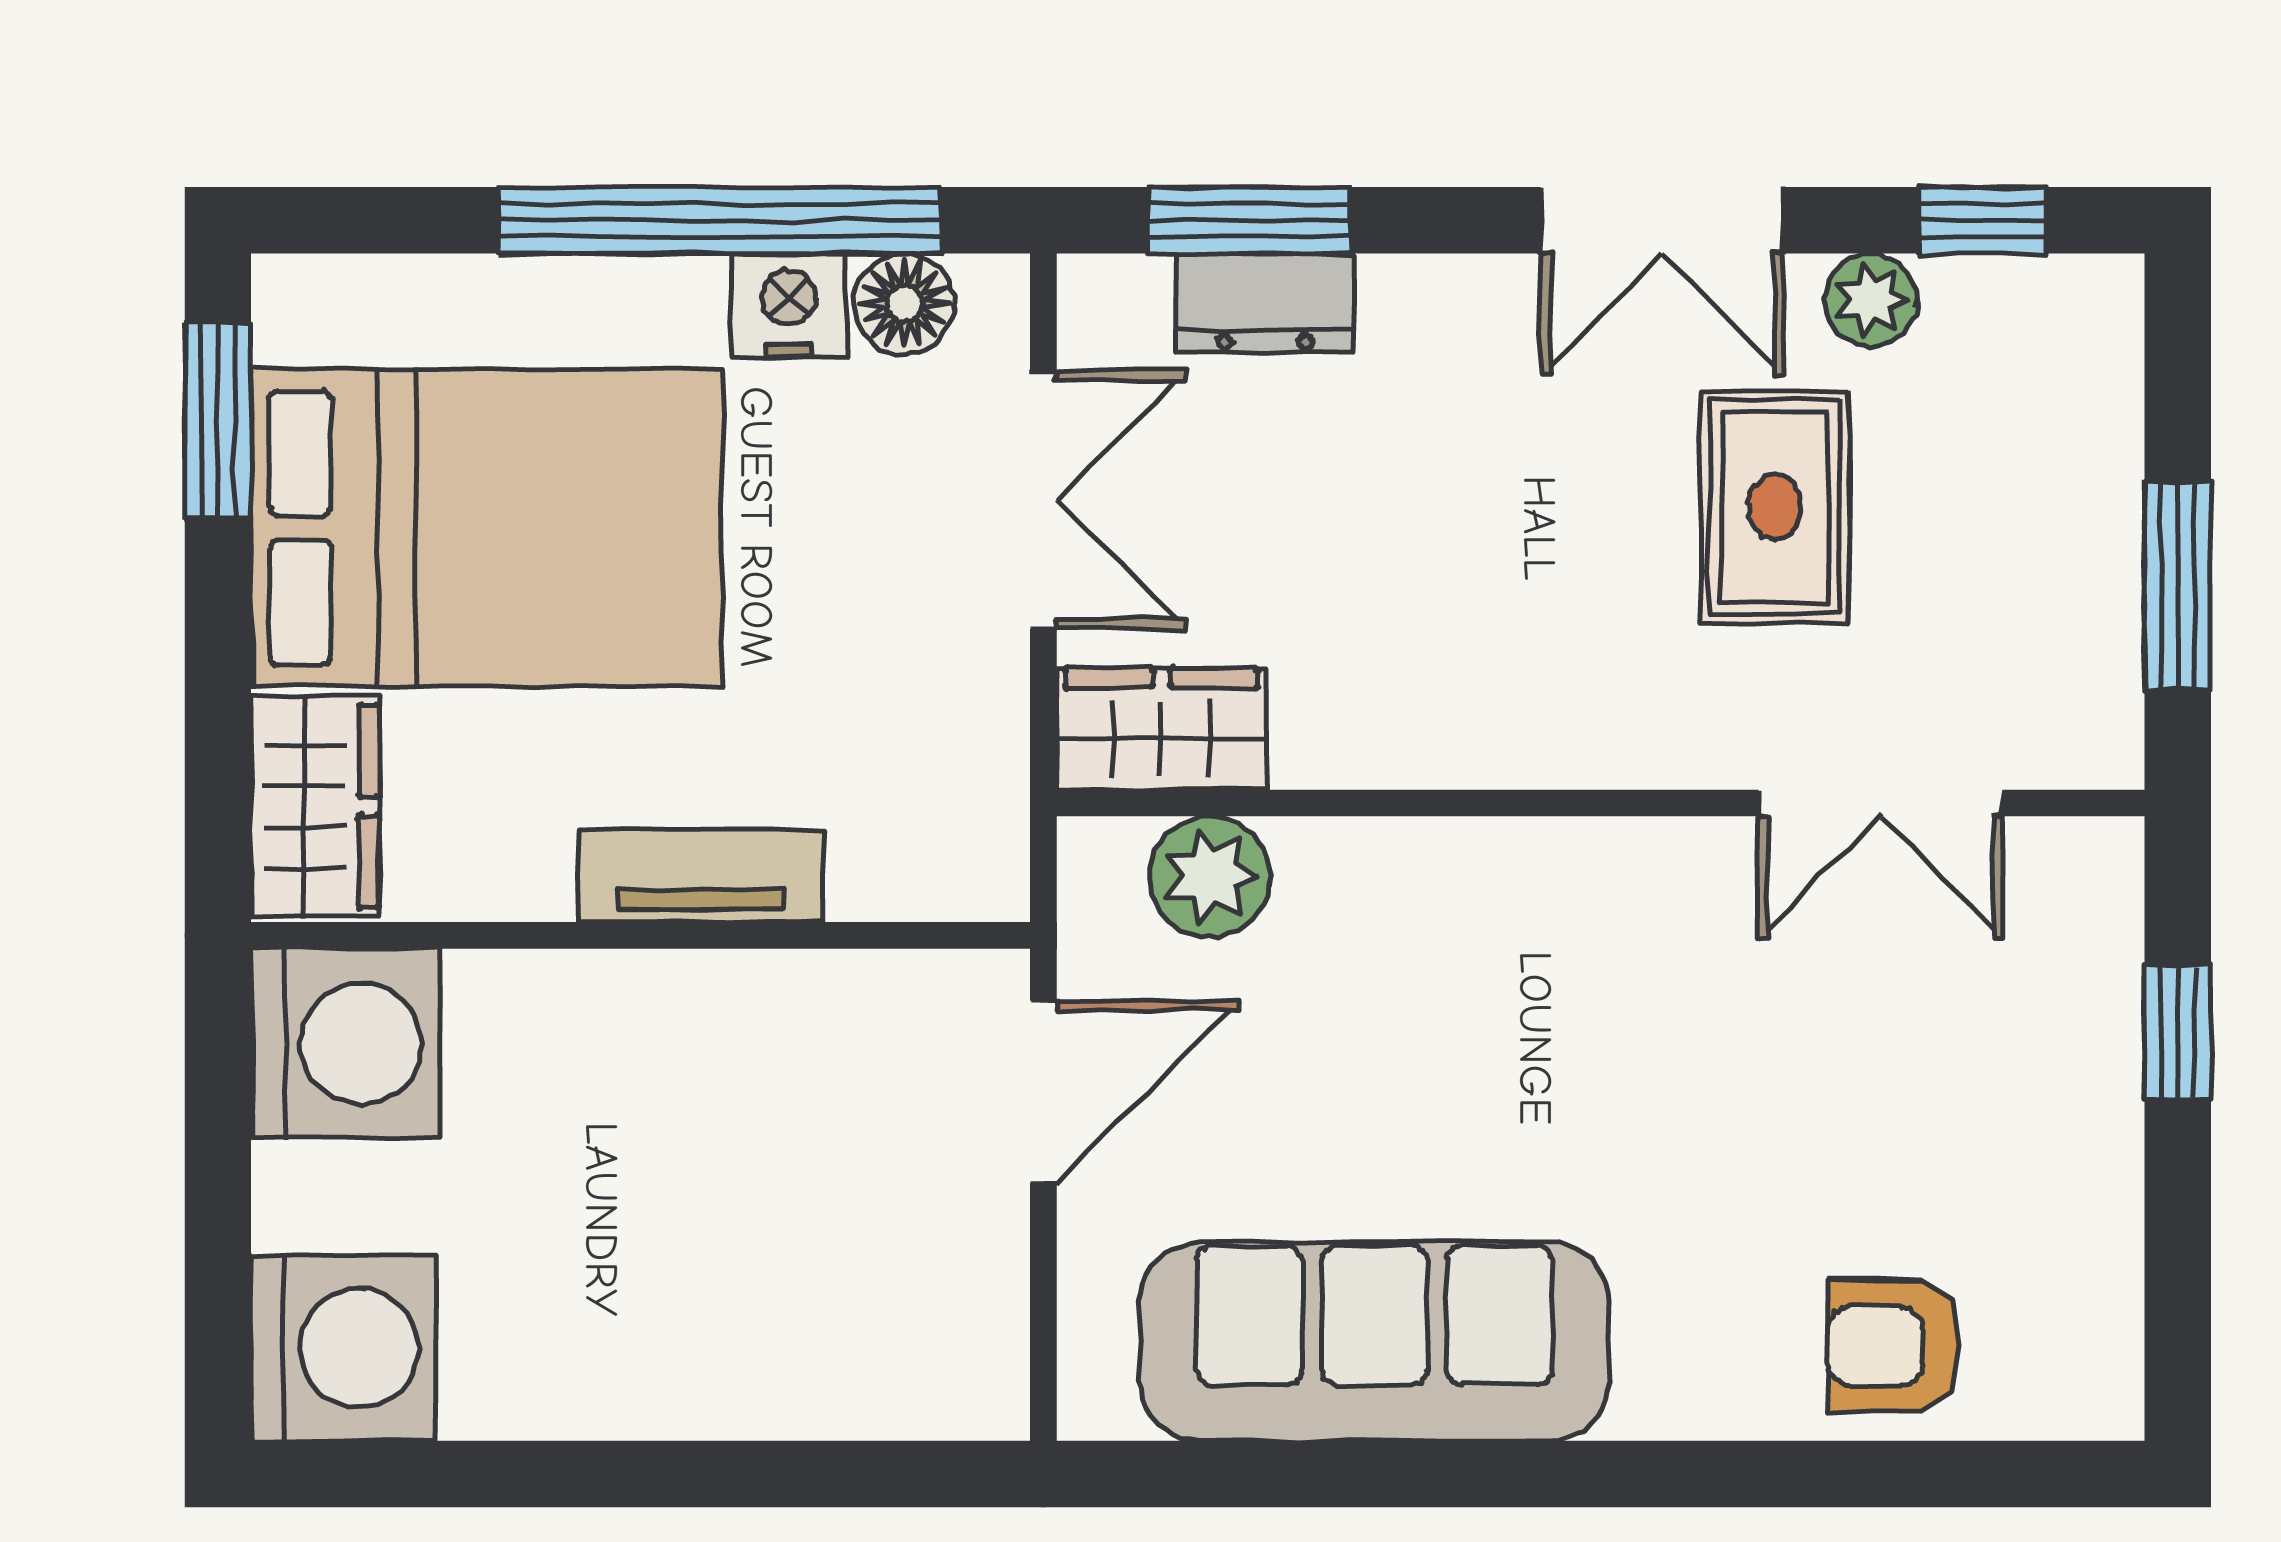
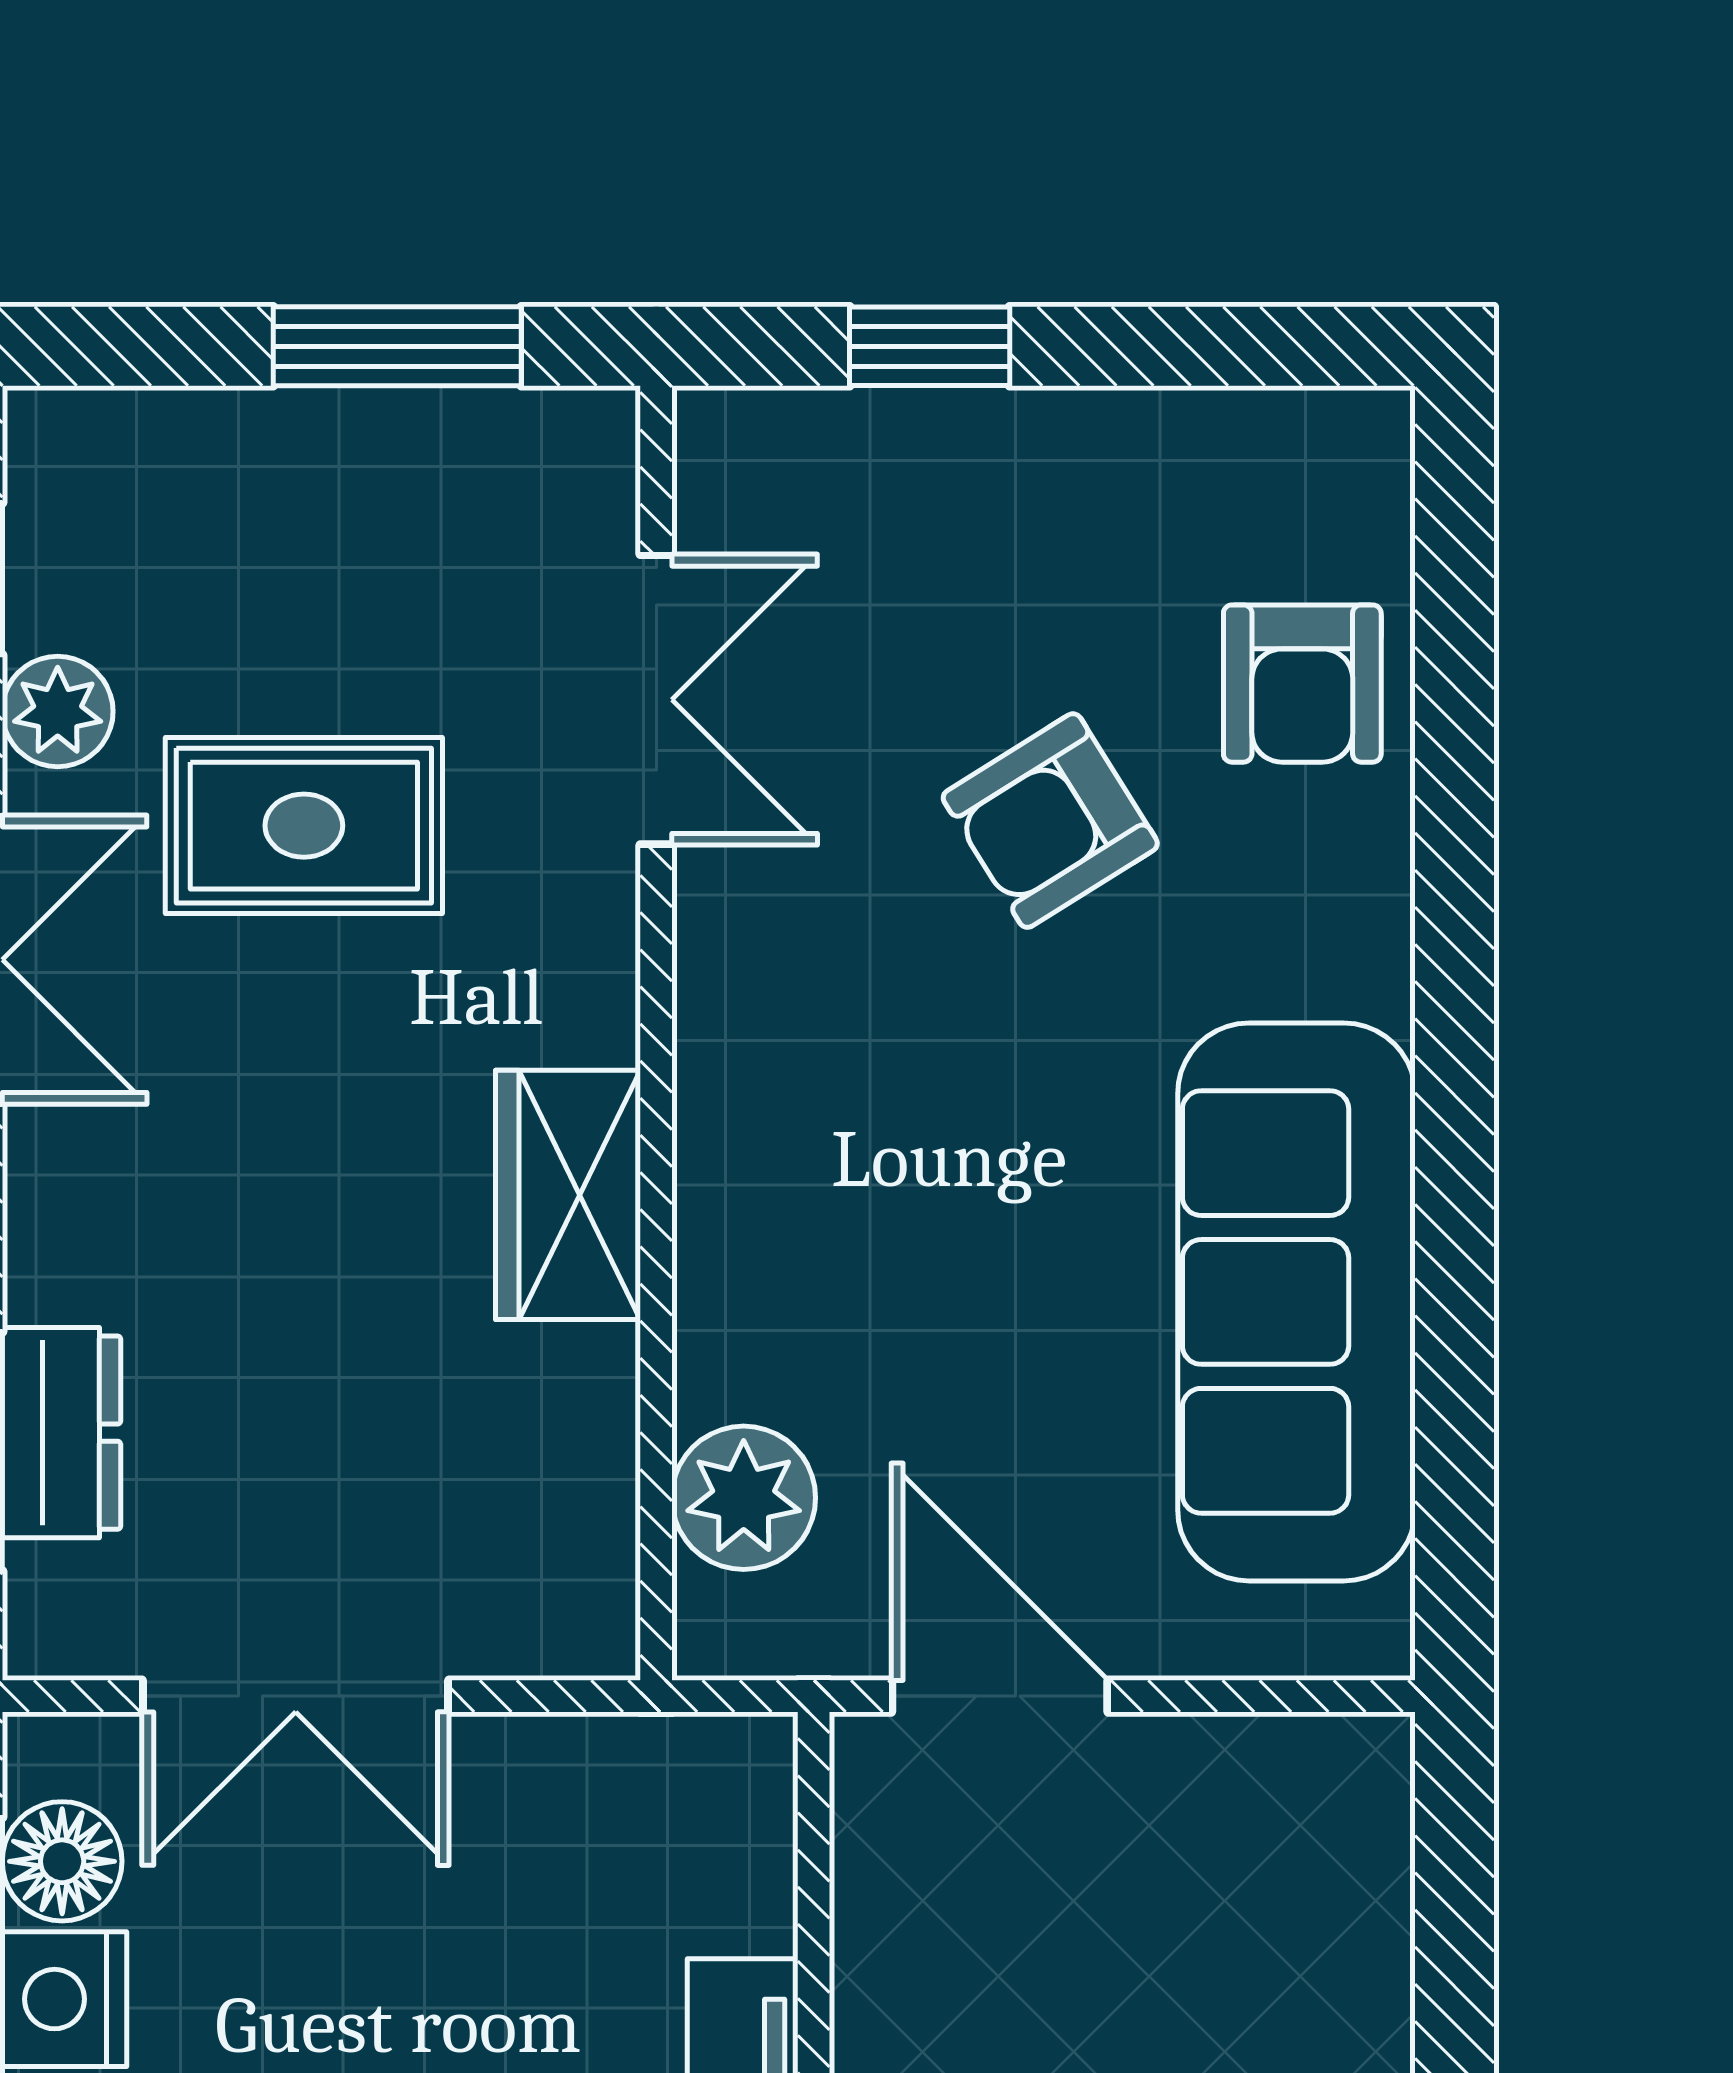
double door: (1043, 500) -> (296, 1696), swing flipped
wardrobe: (1161, 729) -> (568, 1195), moved
armchair: (1779, 1134) -> (1050, 821), added

